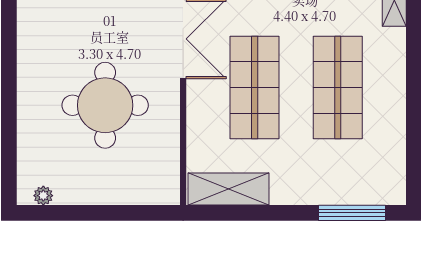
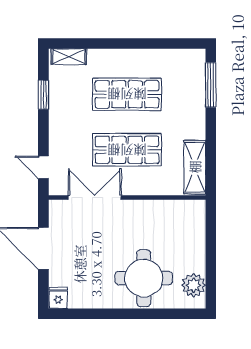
round table: (105, 105) -> (144, 278), moved
plant: (43, 196) -> (194, 285), width x1.88, depth x1.88

